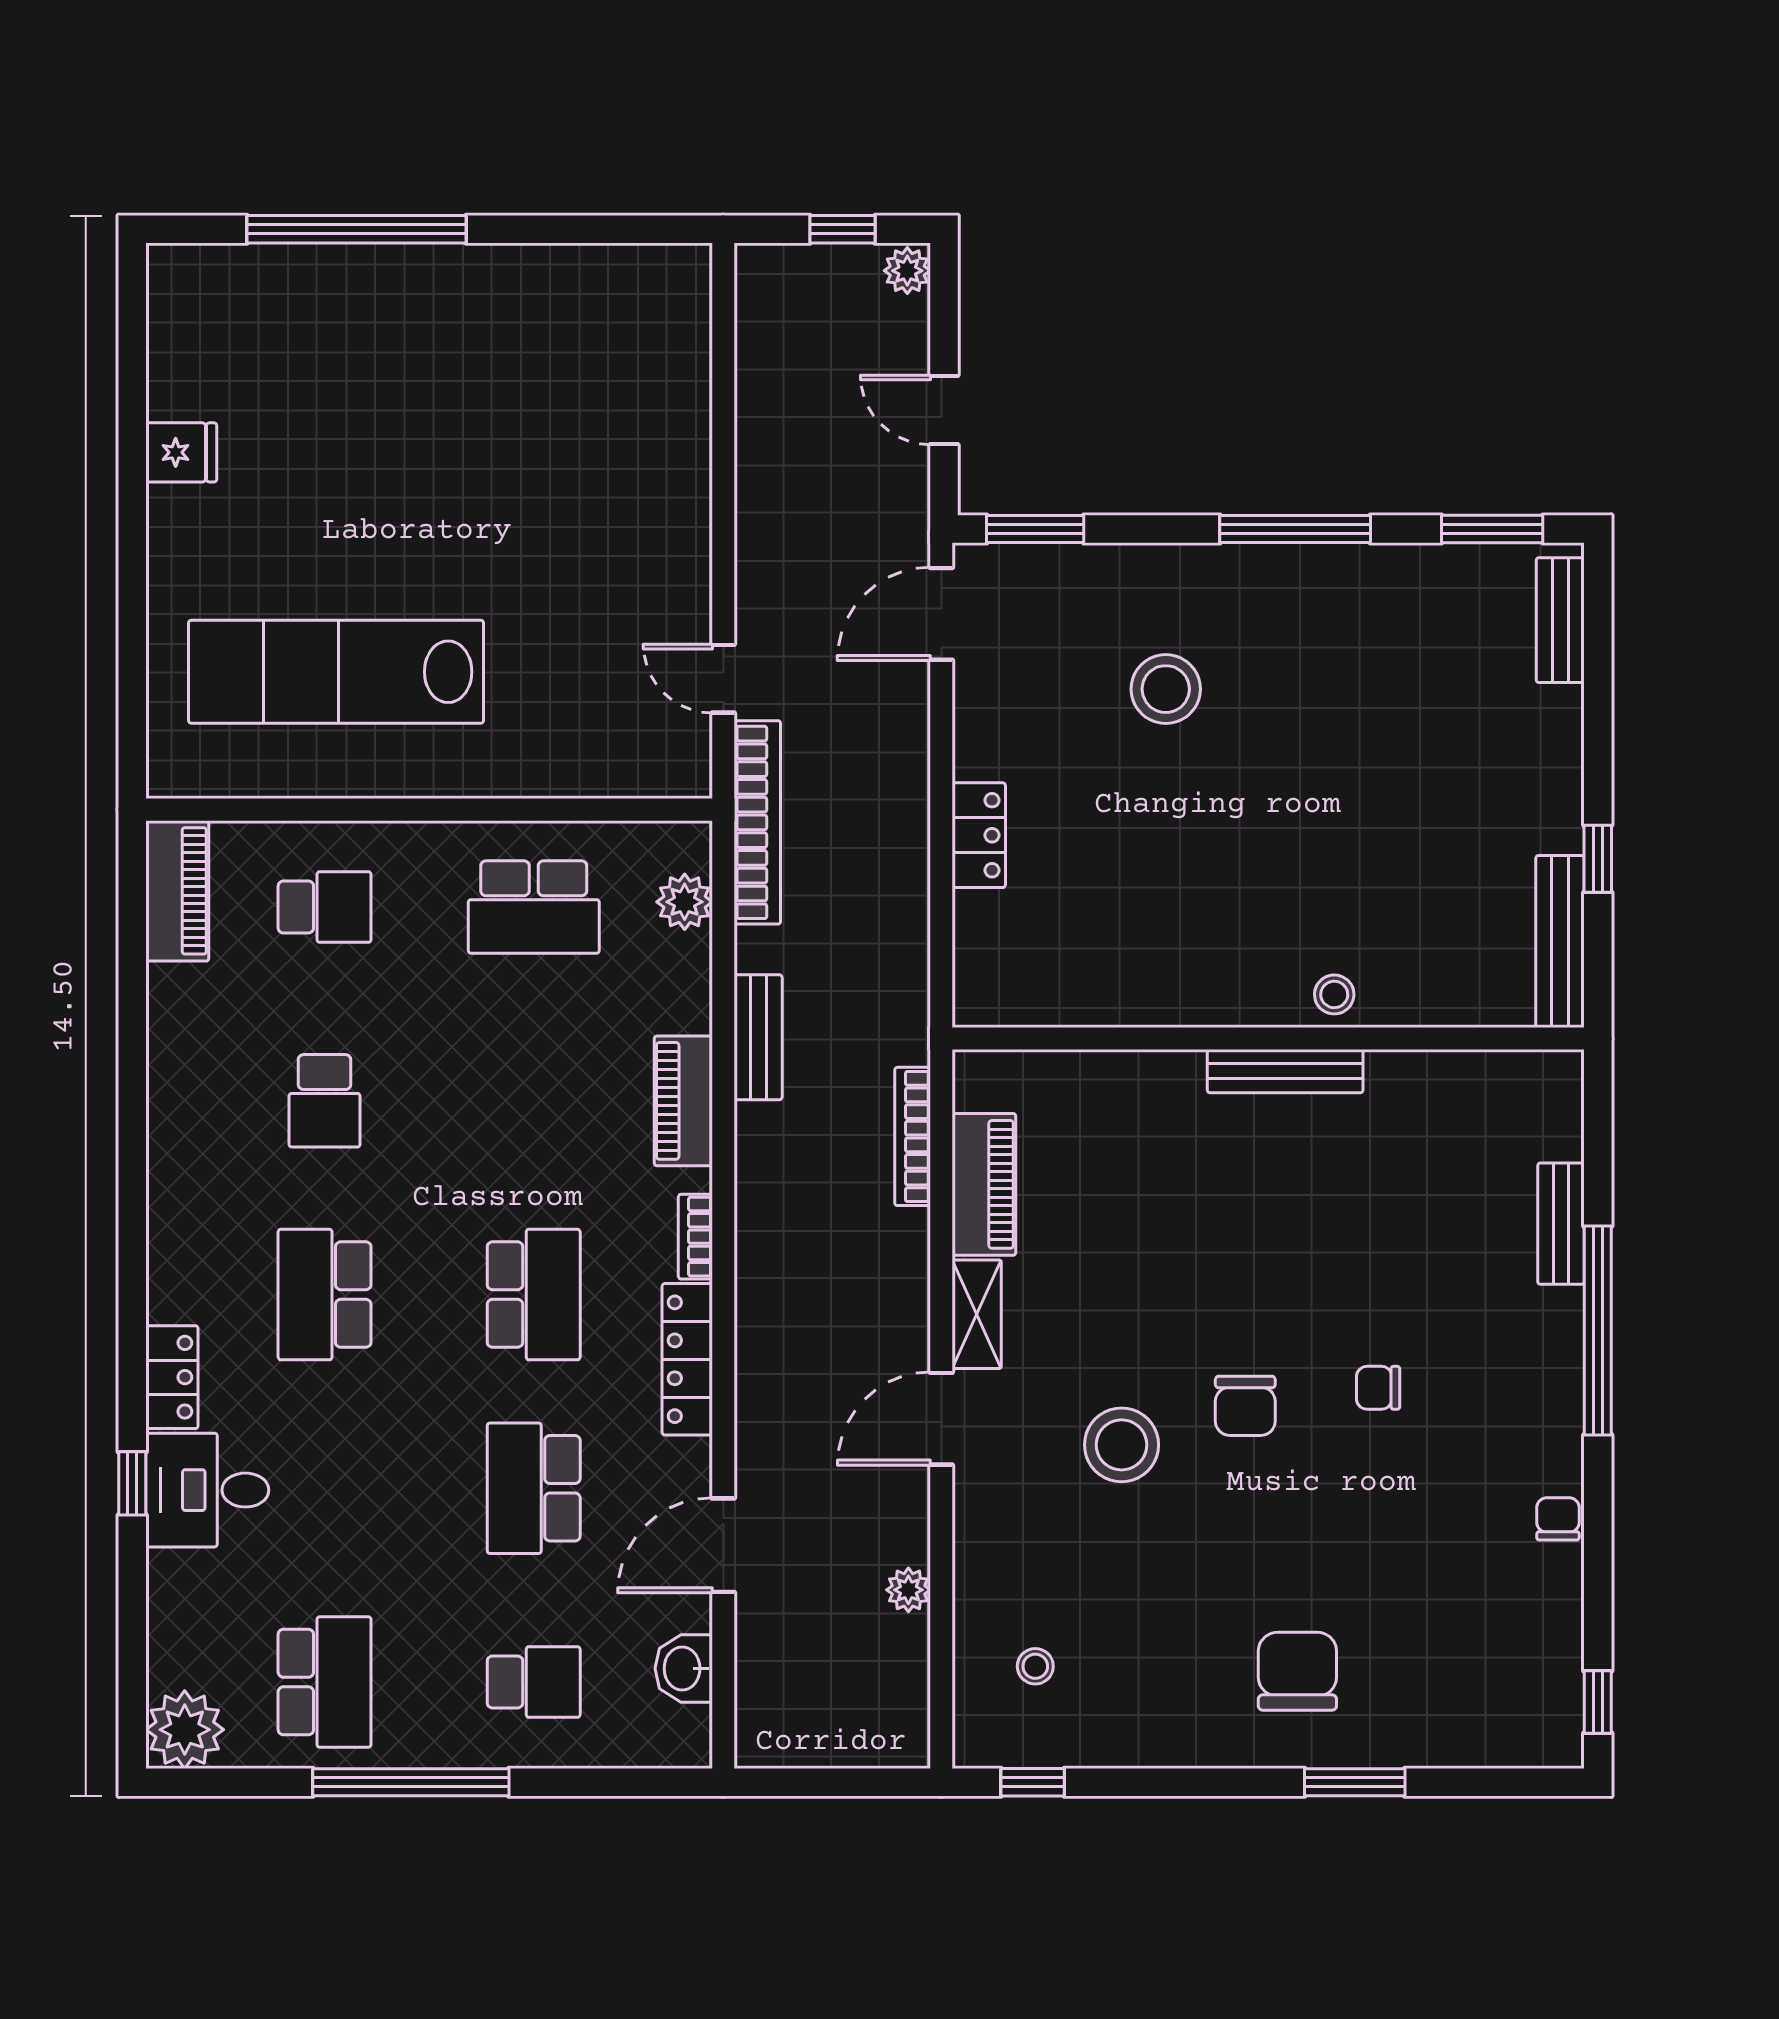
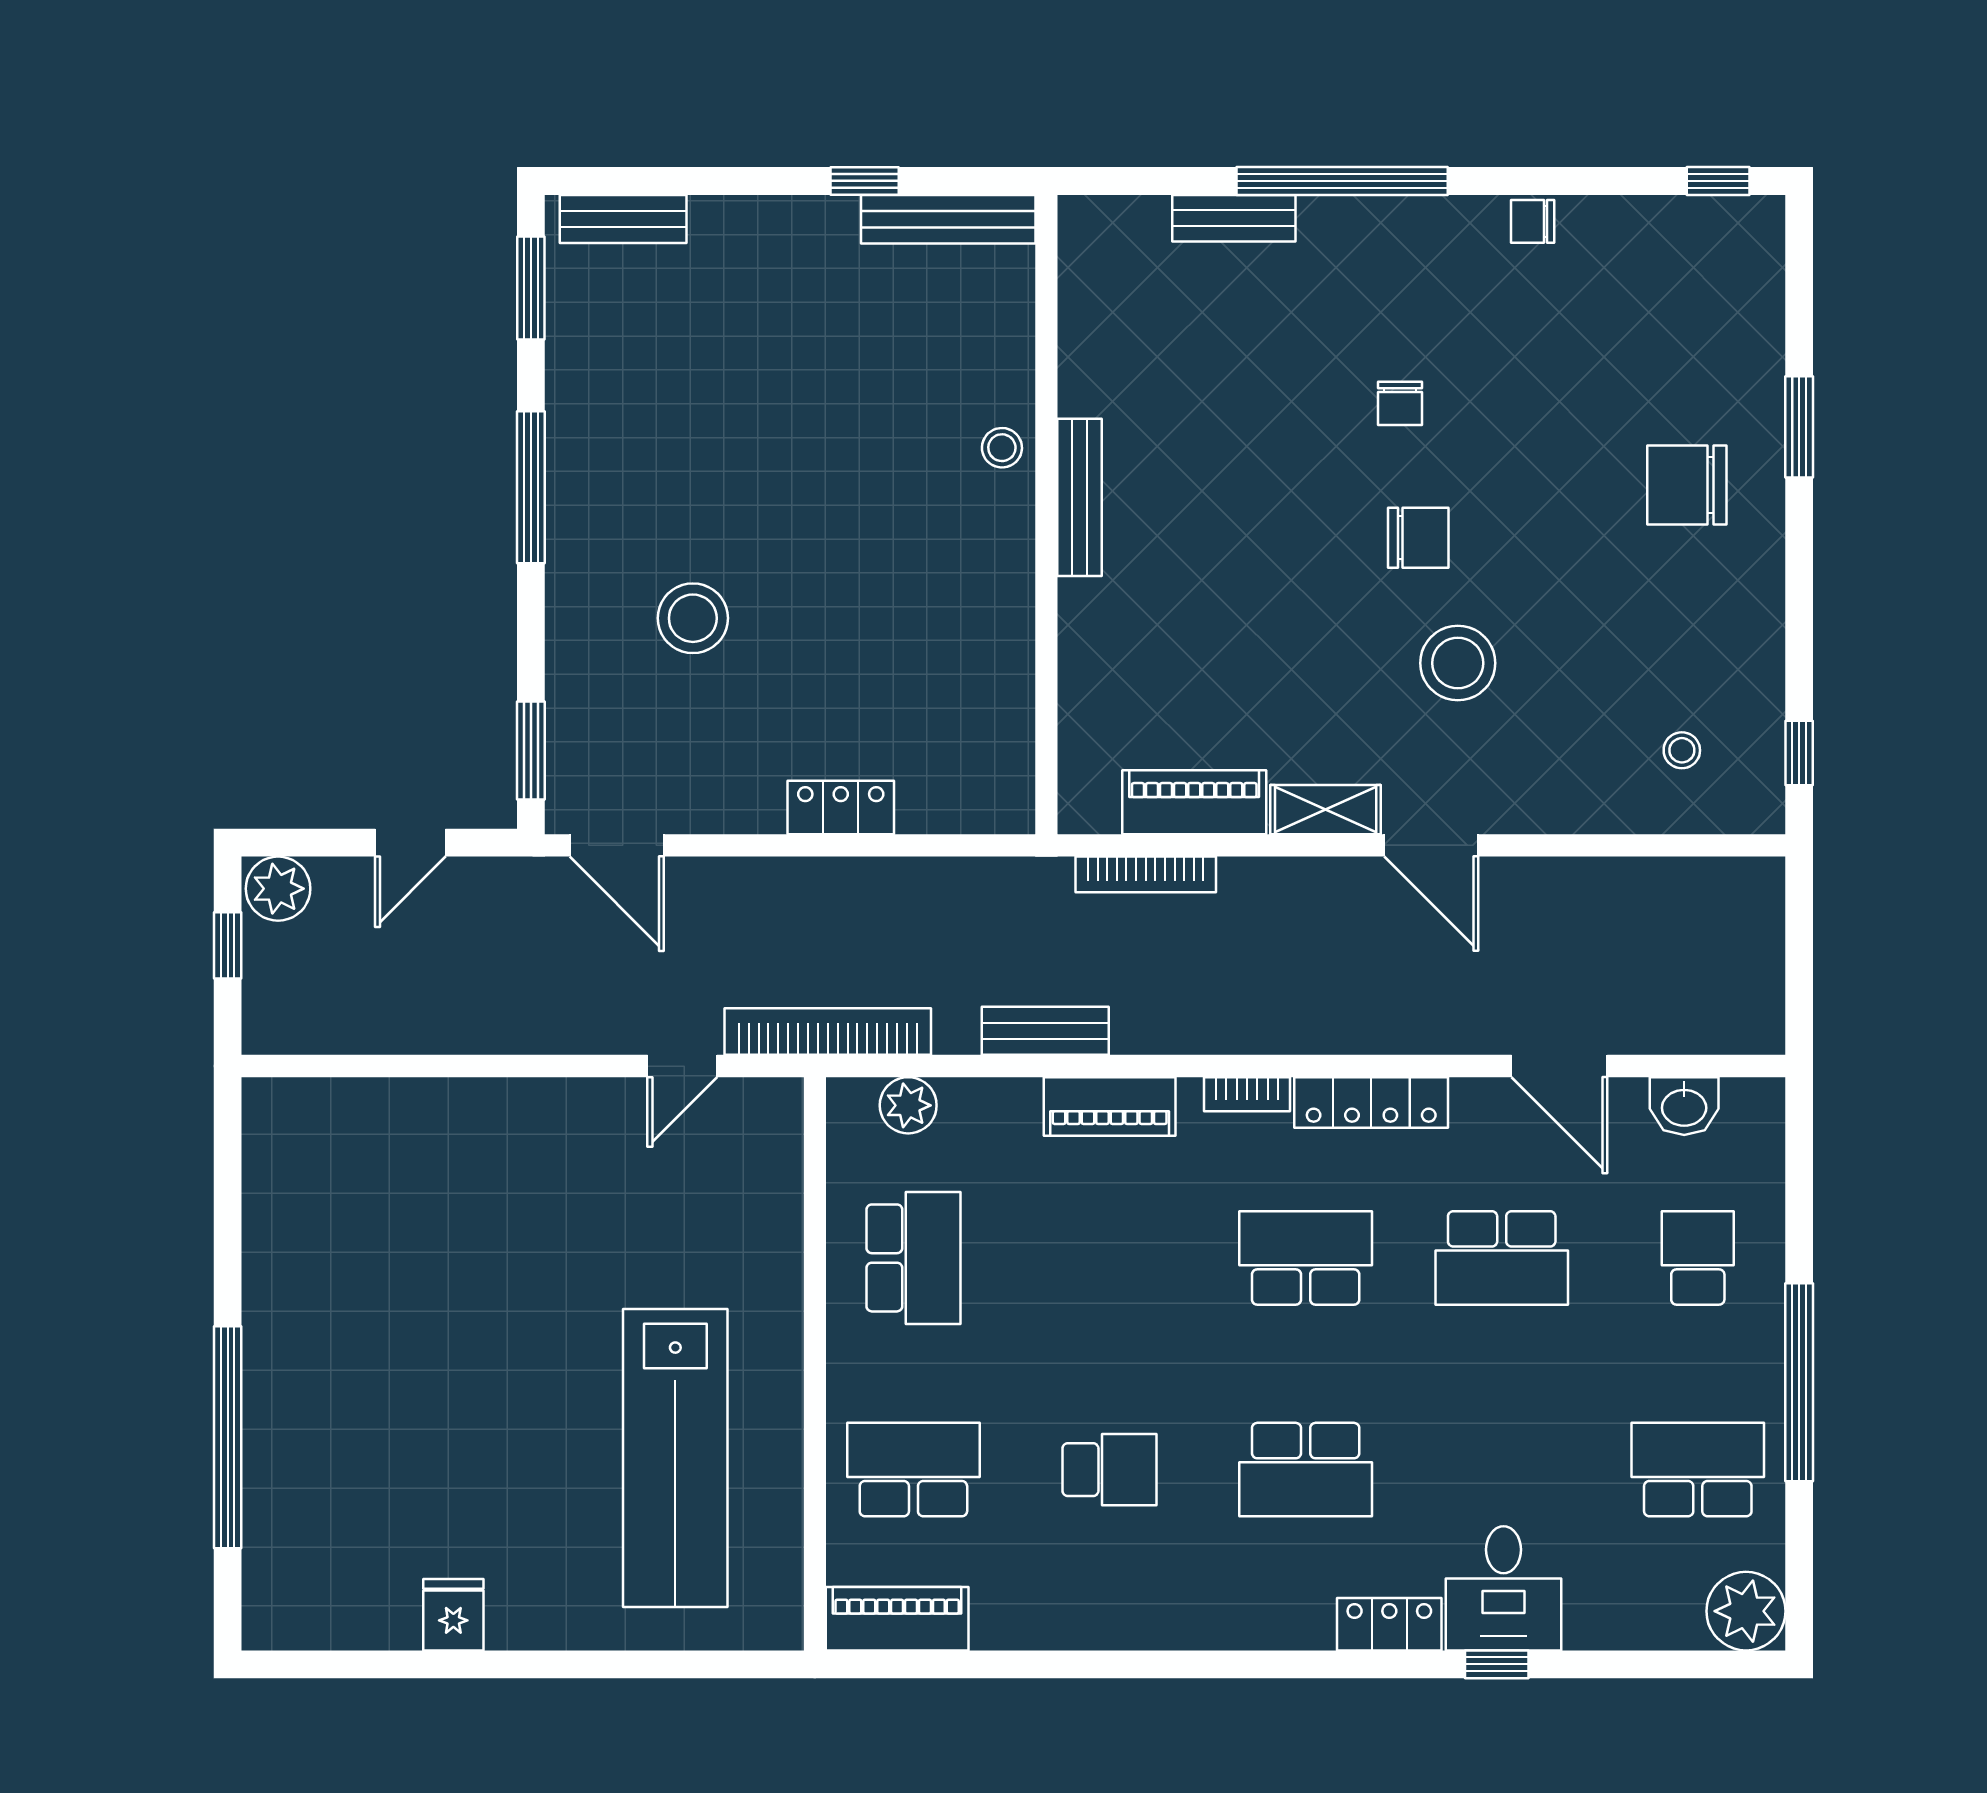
plant: (907, 271) -> (278, 889), width x1.38, depth x1.38
school desk: (325, 907) -> (913, 1470), width x1.85
plant: (908, 1590) -> (1605, 879), removed

